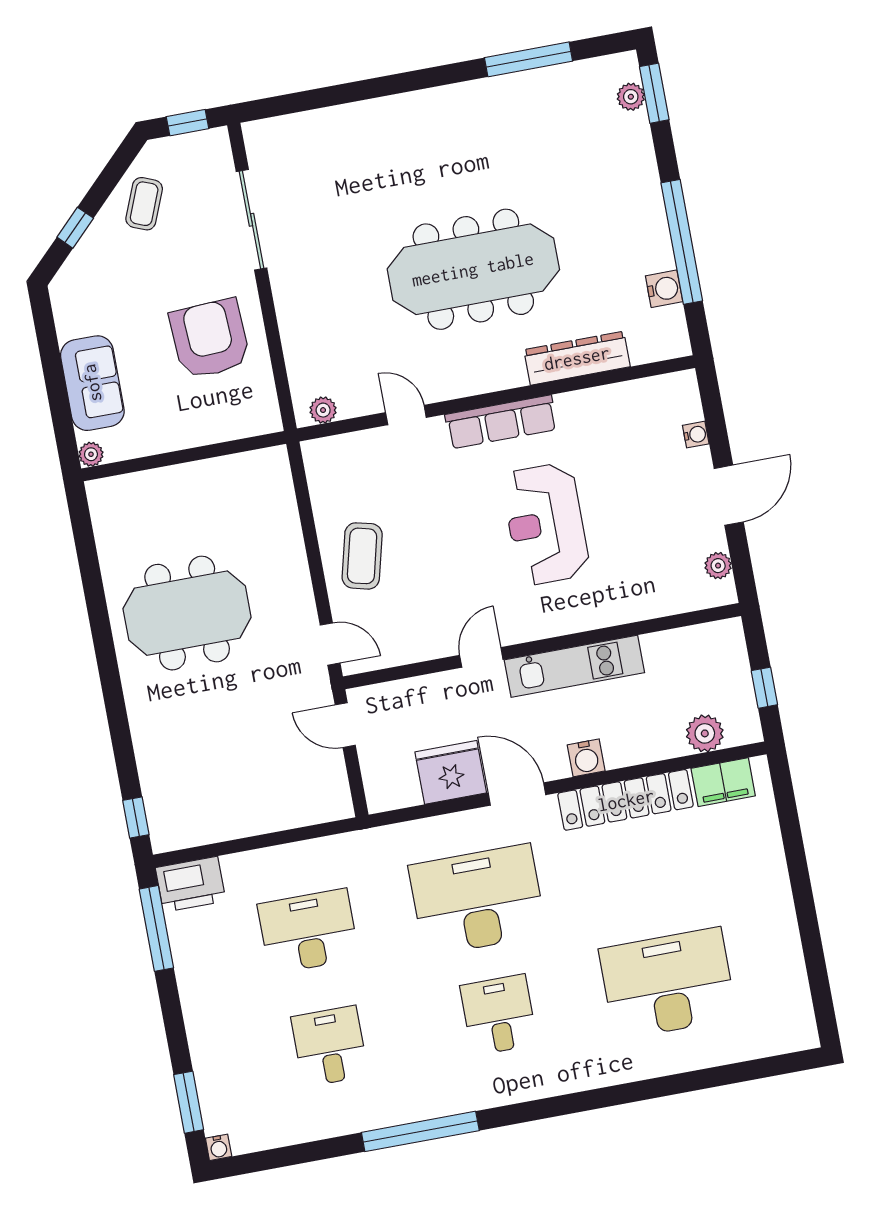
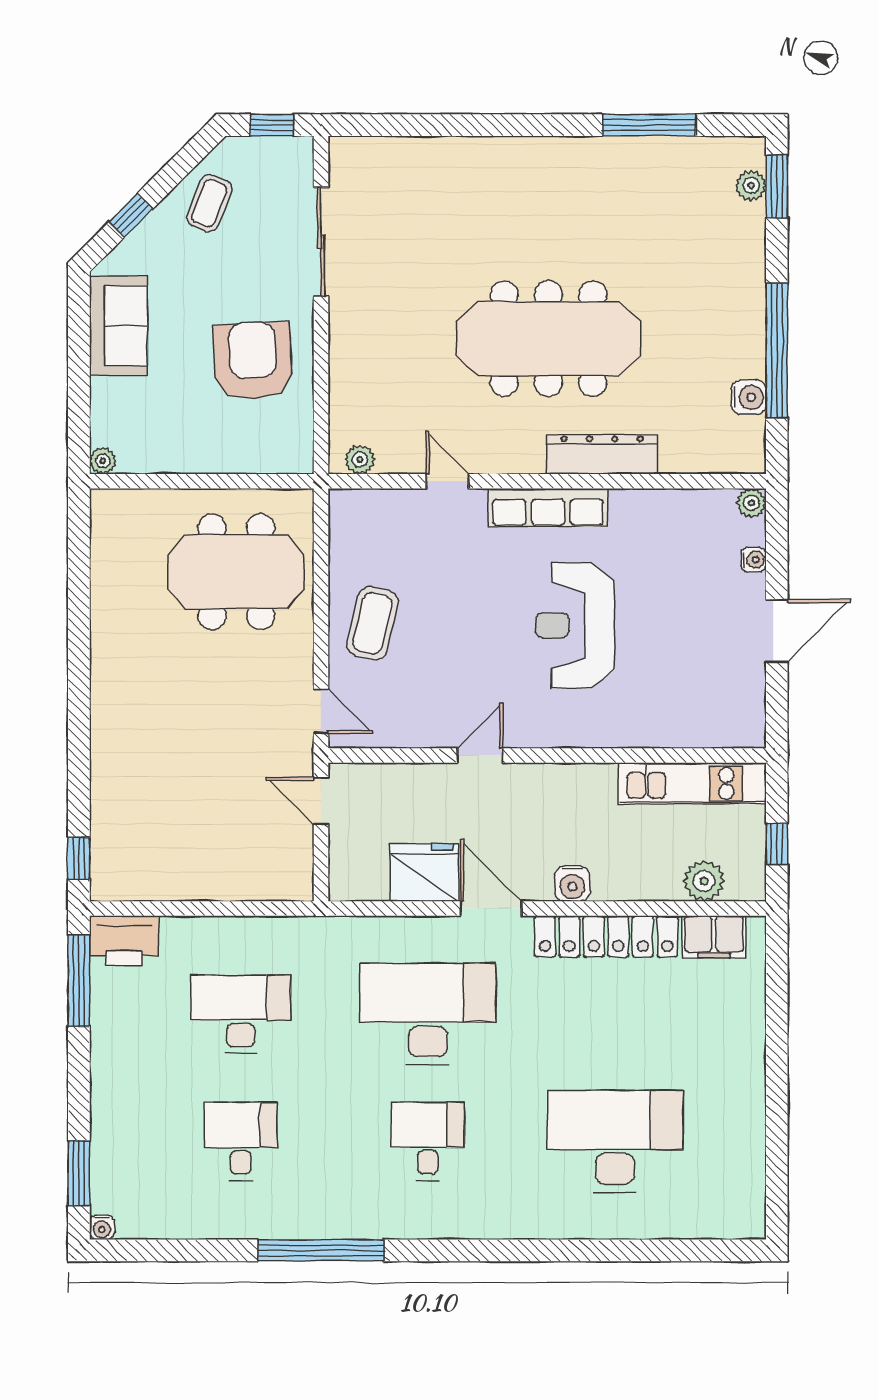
dresser: (577, 358) -> (602, 454), moved
sofa: (92, 383) -> (118, 326), moved
plant: (718, 566) -> (751, 503), moved
meeting table: (187, 613) -> (236, 572), moved
kitchen unit: (574, 666) -> (692, 783), moved

